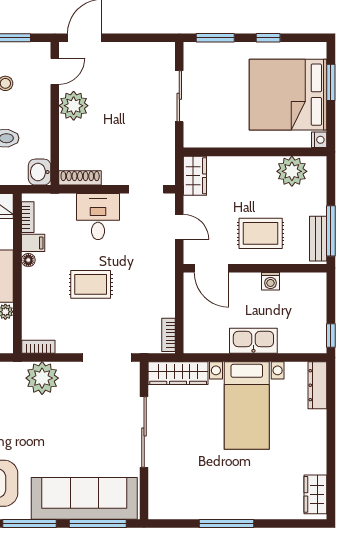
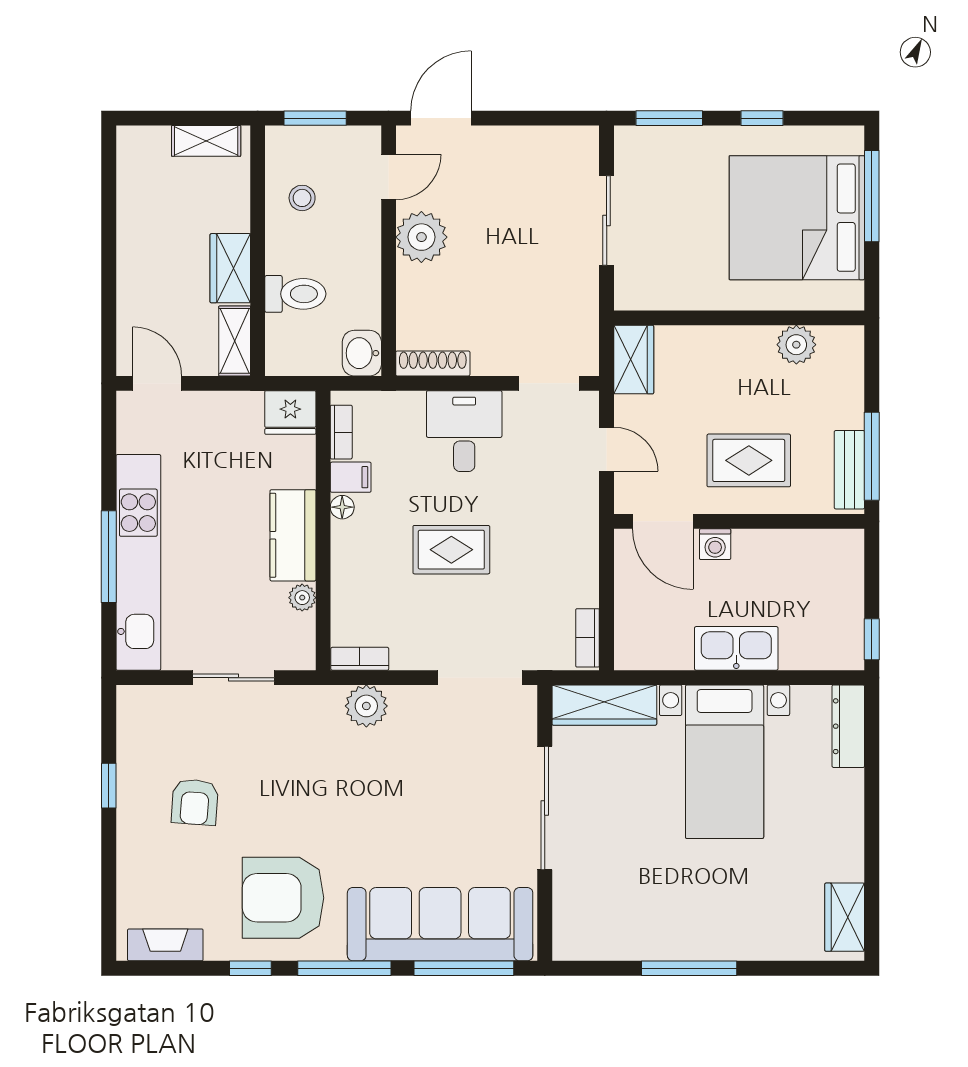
window: (331, 82) -> (872, 196), width x1.44
nightstand: (319, 140) -> (851, 297), removed
plant: (292, 171) -> (796, 345), width x0.73, depth x0.73
washing machine: (270, 281) -> (715, 544), moved
plant: (42, 378) -> (366, 706), width x0.73, depth x0.73

